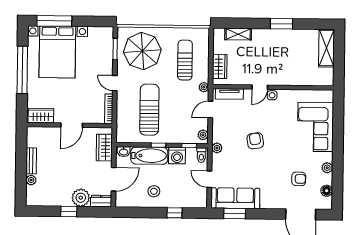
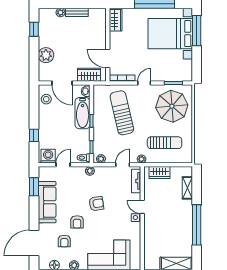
window: (282, 24) -> (197, 225), width x2.11
door: (210, 109) -> (123, 165), hinge flipped
sun lounger: (149, 110) -> (122, 113), turned -103
door: (72, 125) -> (108, 58), moved
washing machine: (177, 156) -> (48, 156), moved, turned 90
armchair: (276, 164) -> (77, 222), added
stool: (154, 191) -> (46, 99), moved
sofa: (235, 198) -> (47, 202), moved
dresser: (101, 201) -> (43, 72), removed
window: (69, 212) -> (34, 29), moved

